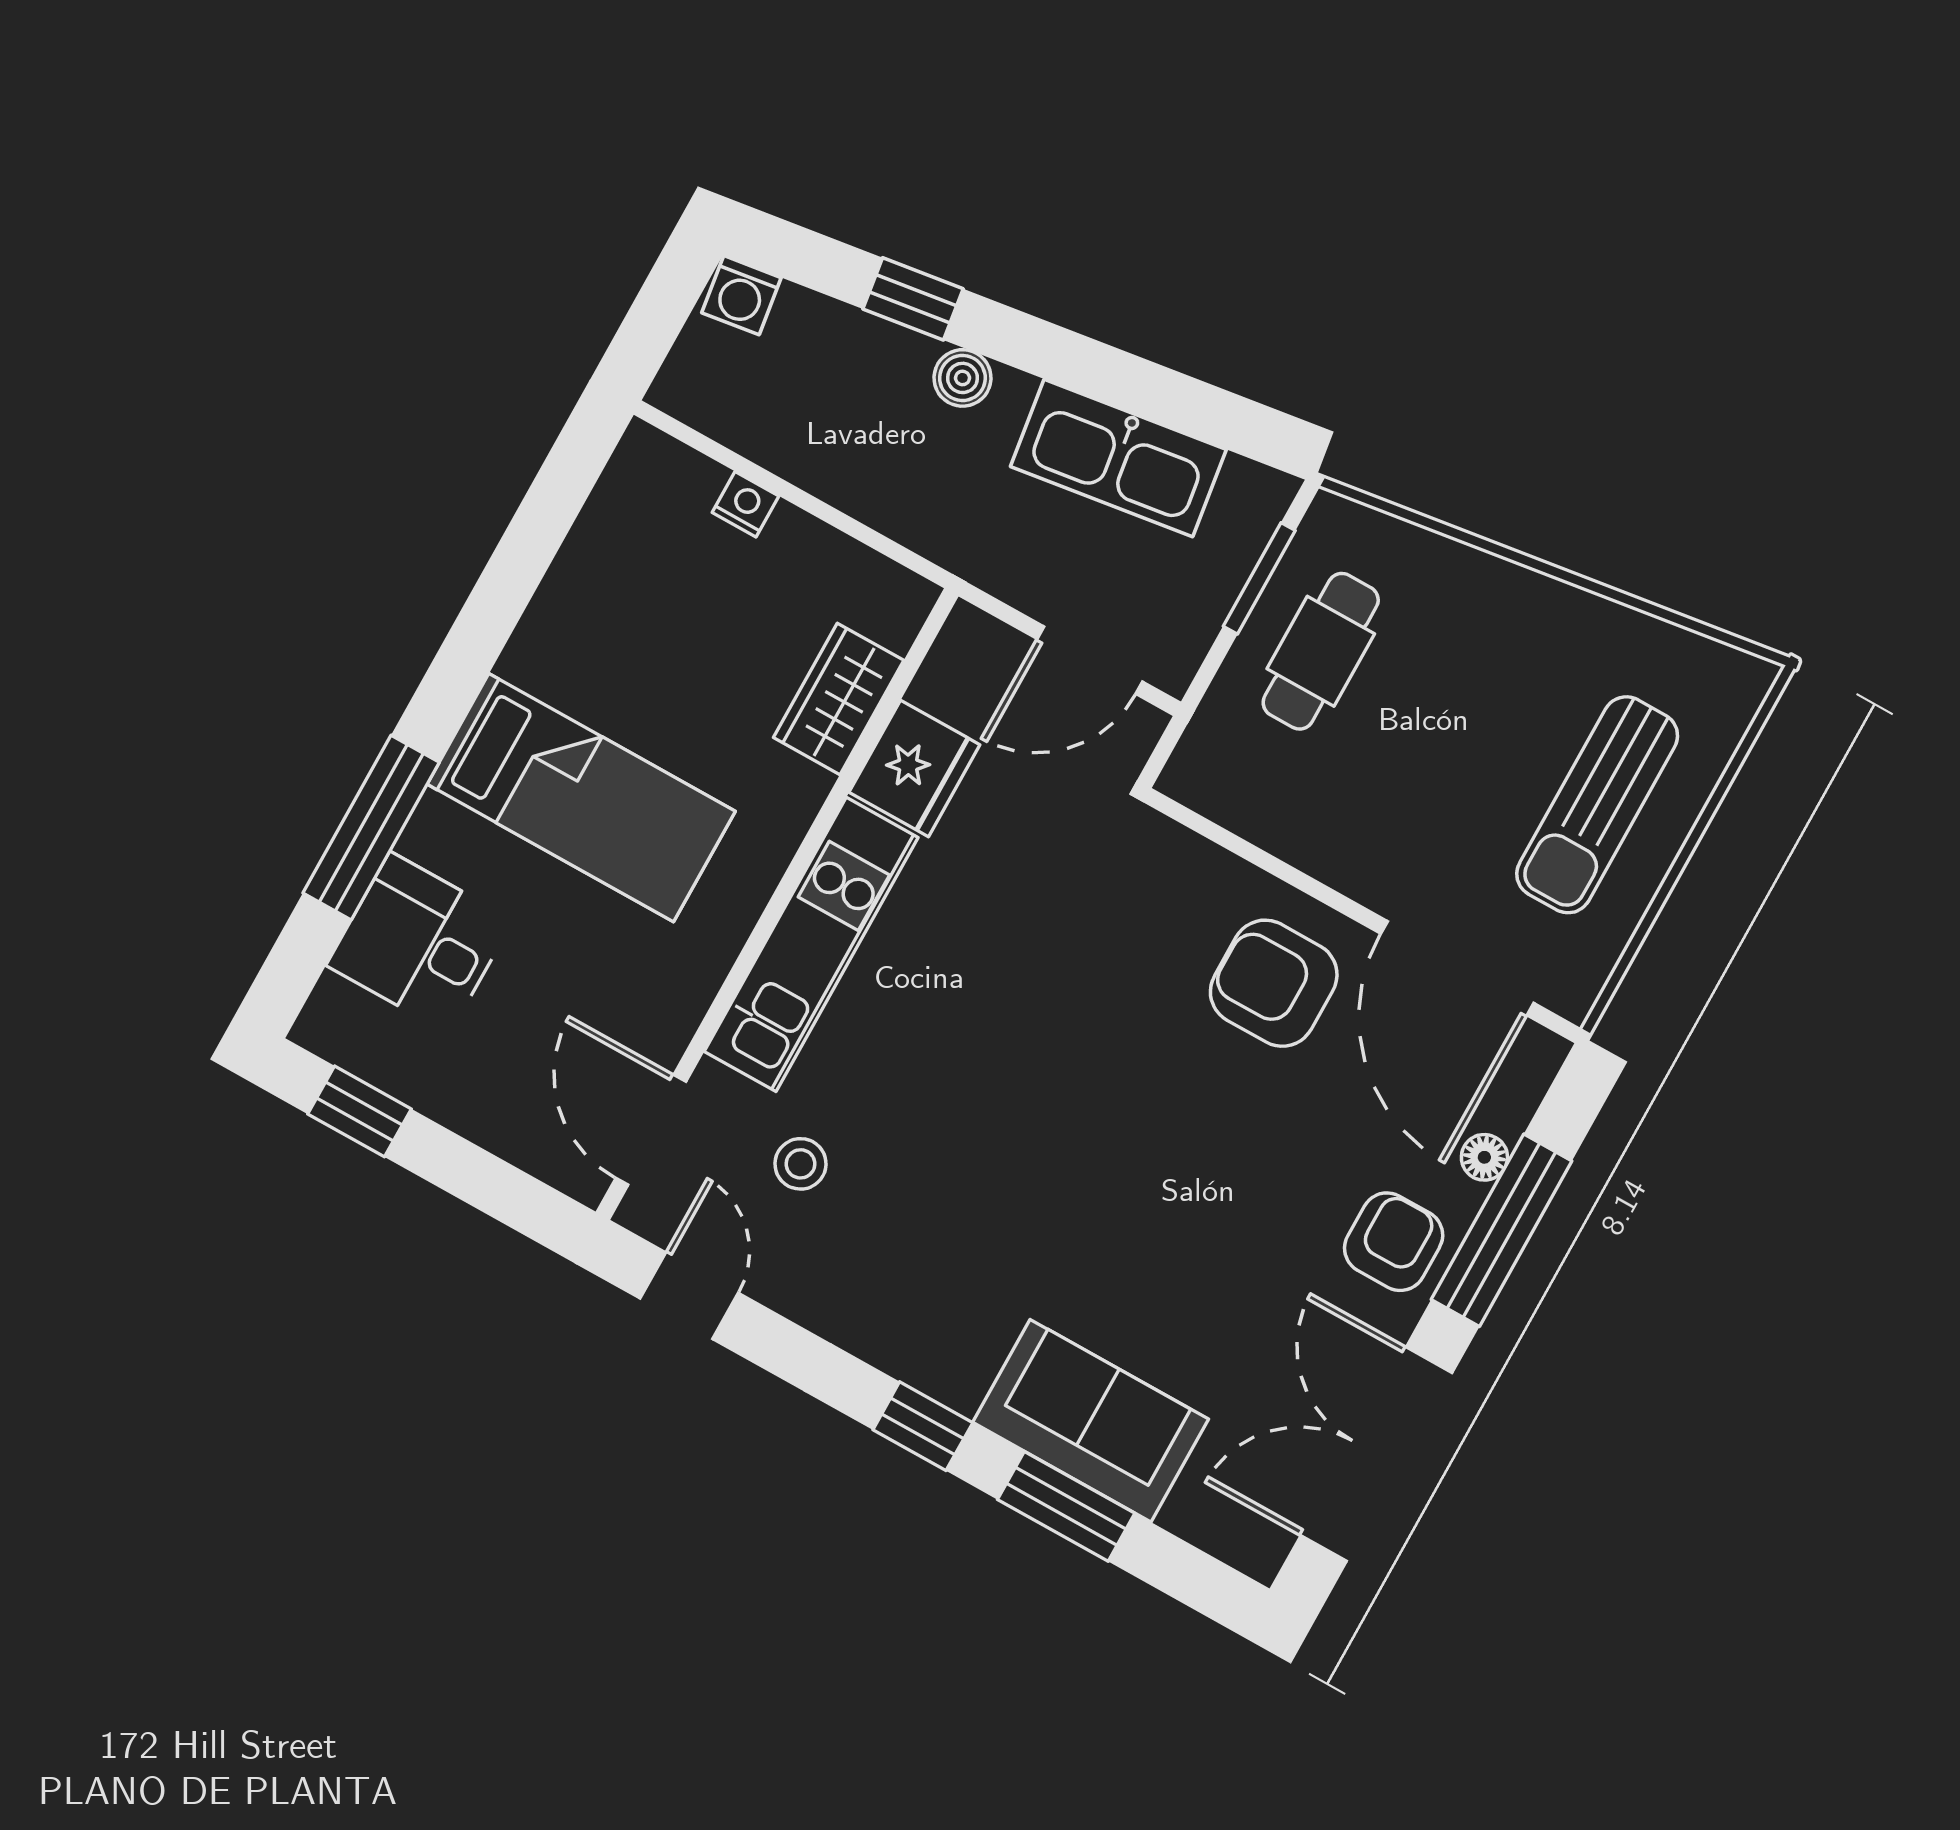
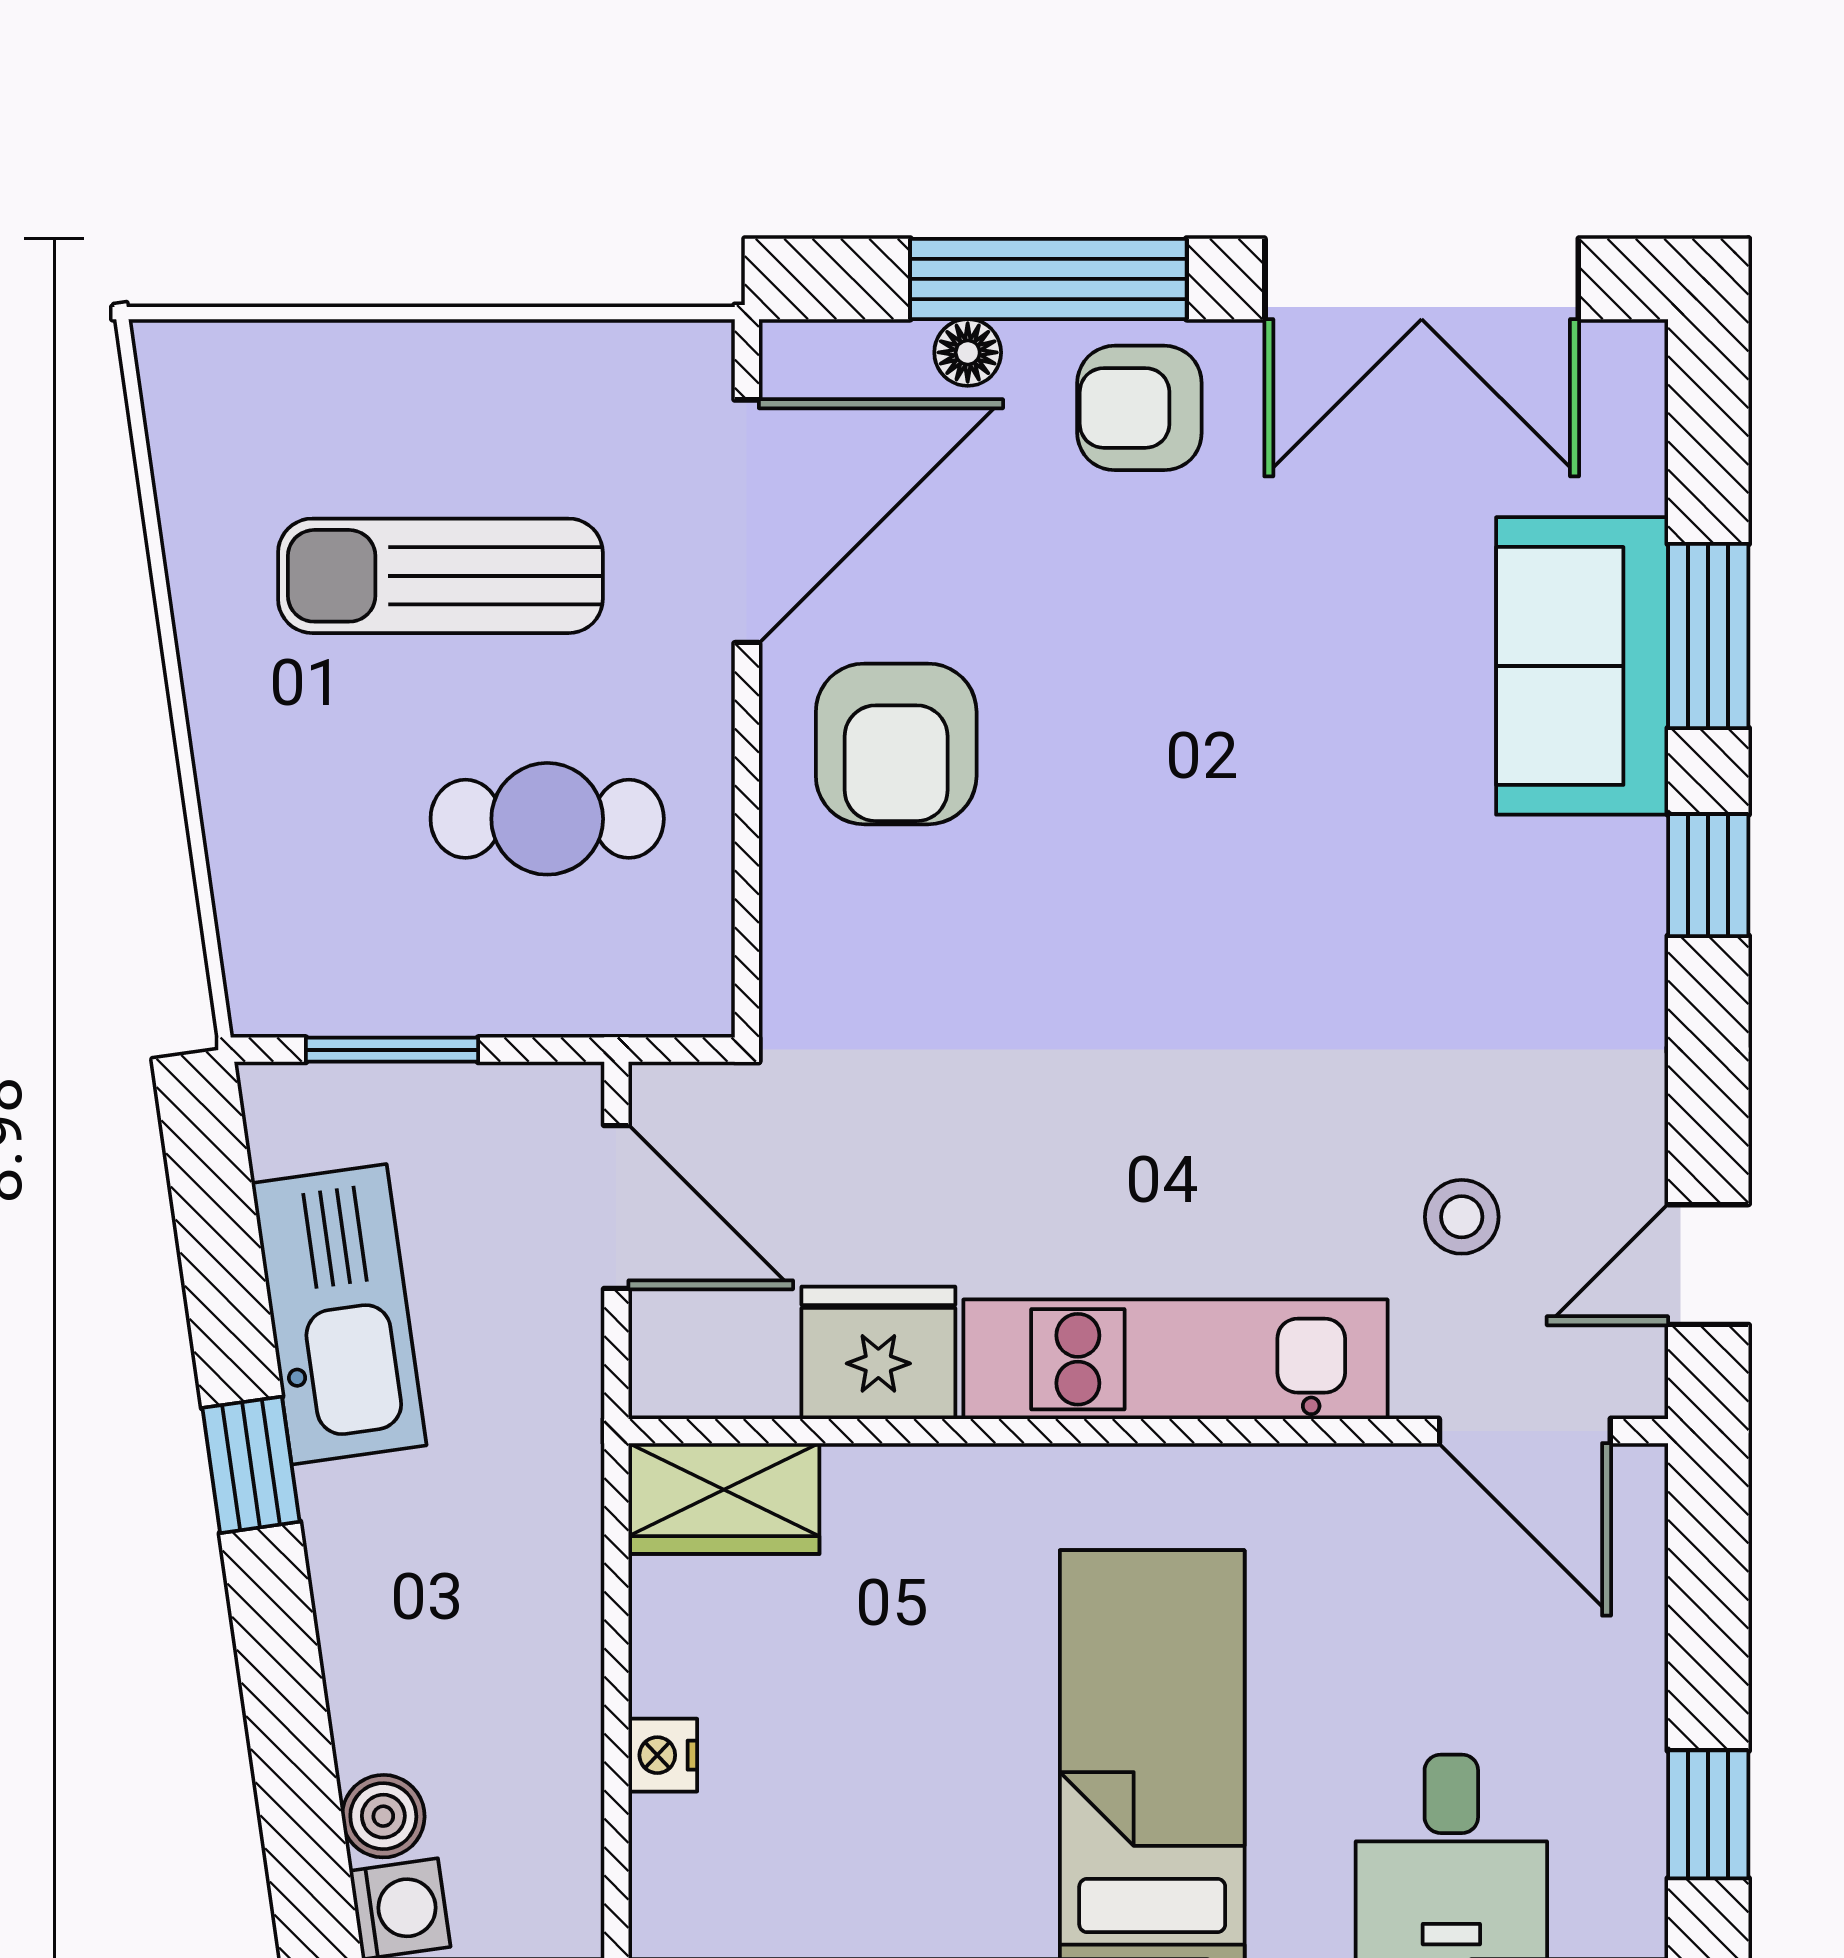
window: (913, 299) -> (251, 1465), moved
boiler: (962, 378) -> (383, 1816), moved
cafe table: (1321, 651) -> (547, 819), moved
wardrobe: (839, 699) -> (724, 1498), moved
sun lounger: (1597, 805) -> (440, 576), moved, turned 180
door: (651, 1130) -> (1525, 1431), hinge flipped

